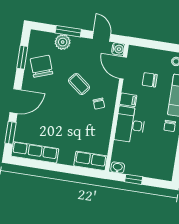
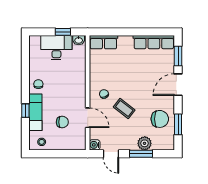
chair: (41, 66) -> (160, 119), turned -70
door: (123, 68) -> (88, 118), moved
filing cabinet: (128, 100) -> (79, 101), removed
desk: (130, 125) -> (56, 48), moved, turned -90

